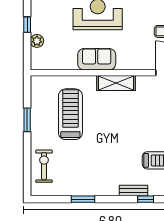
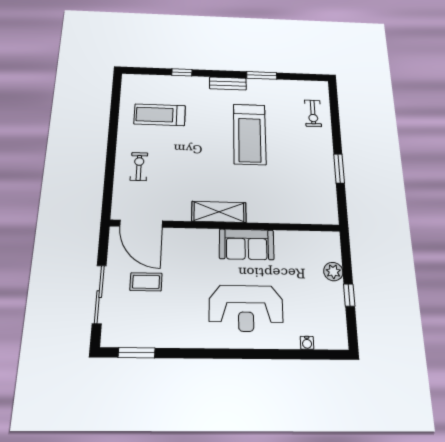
treadmill: (70, 114) -> (250, 134), moved
exercise bike: (44, 166) -> (313, 113), width x0.73, depth x0.72
bench: (134, 190) -> (228, 83), moved

